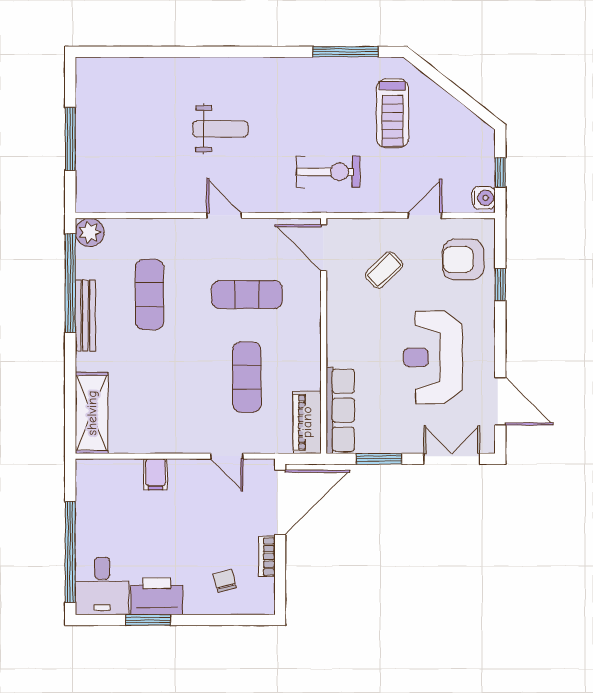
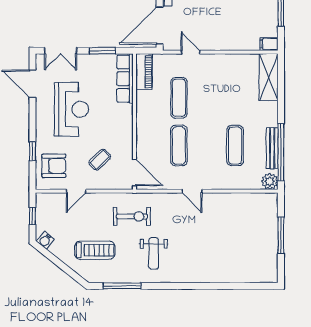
treadmill: (392, 113) -> (95, 250), turned 90
weight bench: (220, 129) -> (154, 253), moved, turned -90
exercise bike: (328, 172) -> (132, 216), turned 180
water cooler: (484, 198) -> (45, 240), moved, turned -52
exercise mat: (247, 295) -> (179, 146), turned 90
bench: (85, 316) -> (272, 148), moved
filing cabinet: (155, 474) -> (269, 44), moved, turned -90

